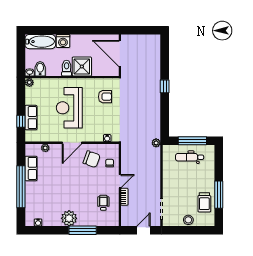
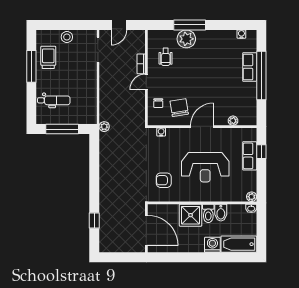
bidet: (40, 69) -> (221, 213), moved
window: (165, 86) -> (94, 221), moved
reception desk: (69, 108) -> (205, 167), turned 90
dental chair: (190, 157) -> (54, 100), moved
chair: (92, 159) -> (179, 108), turned 61
row of seats: (31, 168) -> (250, 67), moved
plant: (69, 218) -> (186, 39), moved

